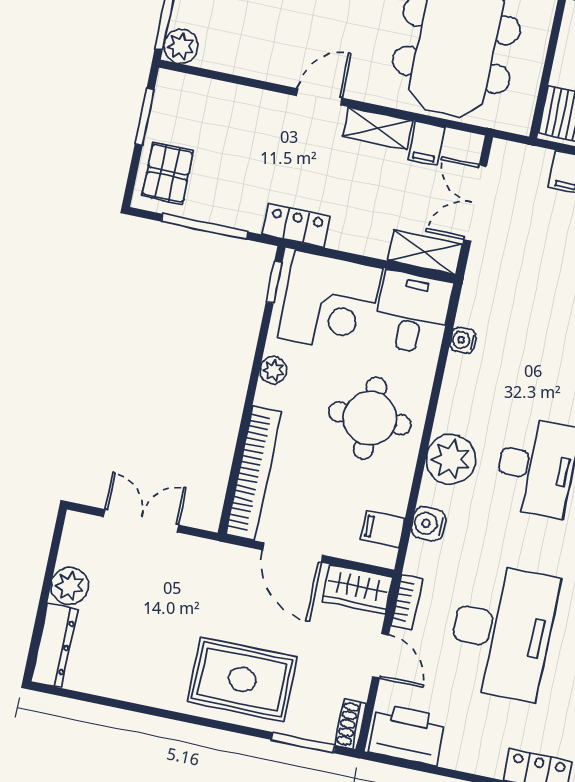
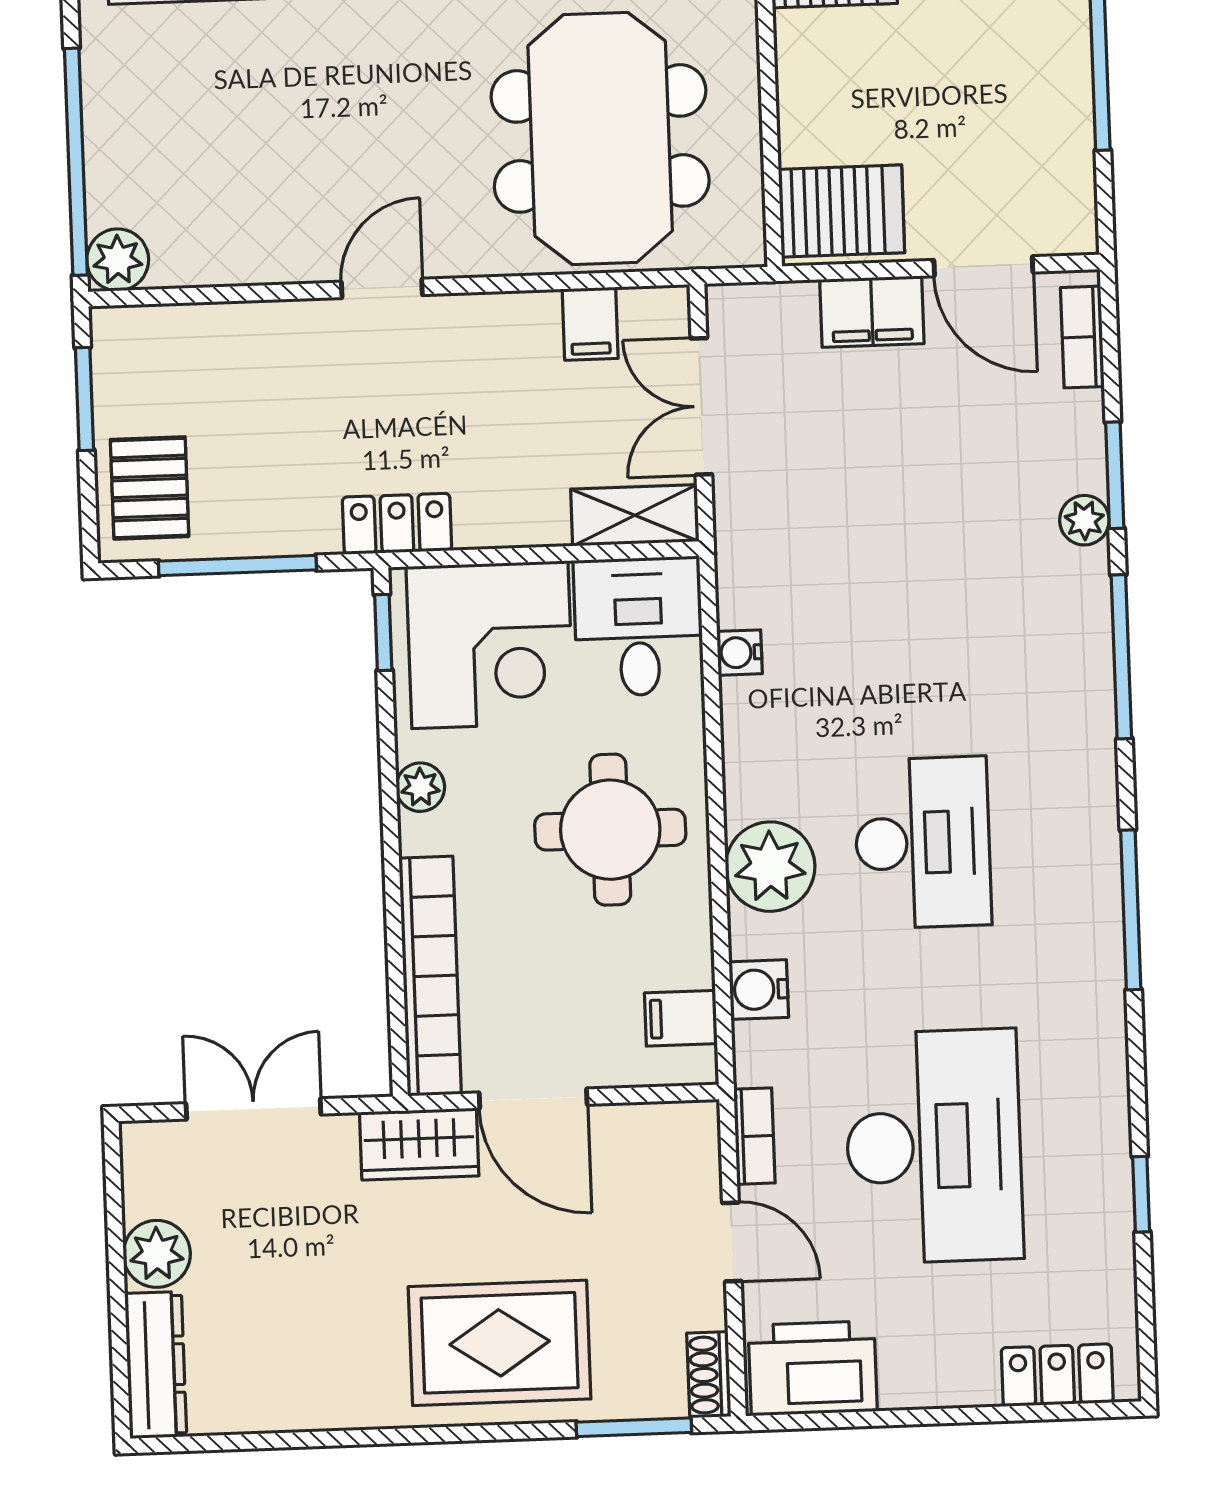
shelving: (378, 128) -> (498, 318), removed
wardrobe: (357, 589) -> (419, 1144), moved

